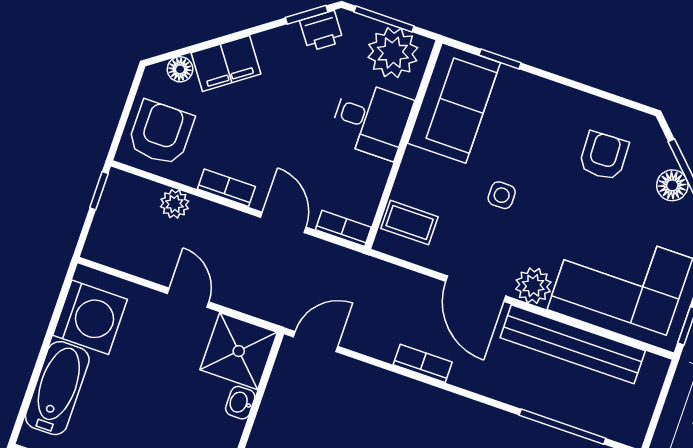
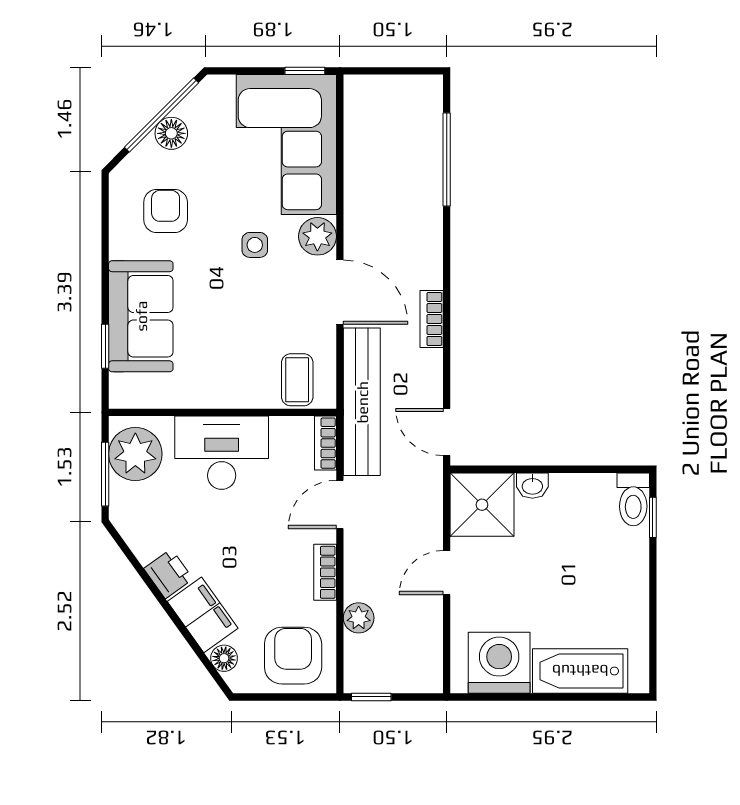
window: (307, 15) -> (127, 552), removed
printer: (322, 31) -> (168, 574), moved
sofa: (454, 103) -> (141, 316), moved, turned 90
desk: (371, 120) -> (222, 453), width x1.37
armchair: (161, 133) -> (293, 656), turned 90
armchair: (604, 156) -> (166, 211), turned 92
side table: (502, 195) -> (255, 245), moved
door: (476, 289) -> (340, 292), hinge flipped
bench: (573, 344) -> (362, 402), moved

